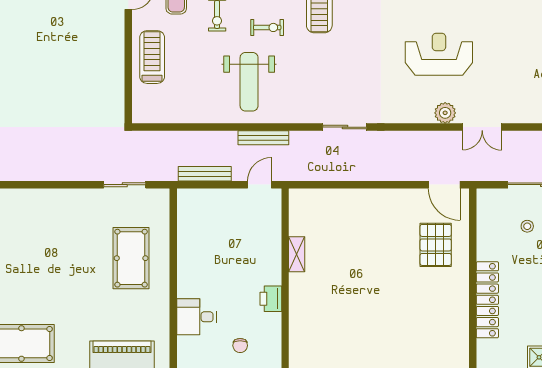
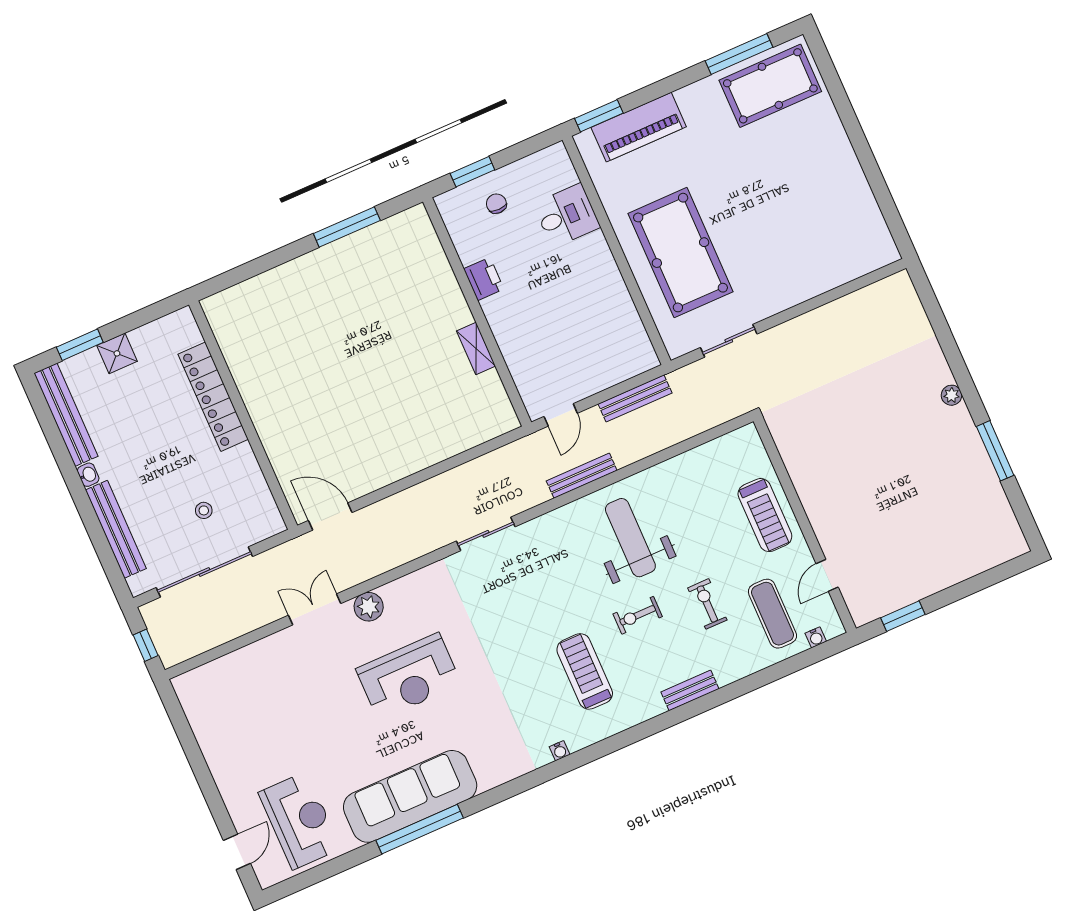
pallet: (436, 245) -> (308, 437), removed
pool table: (131, 258) -> (680, 253), width x1.36, depth x1.32

